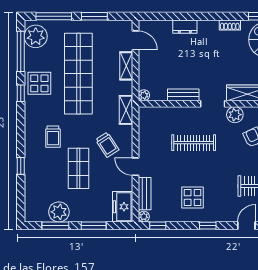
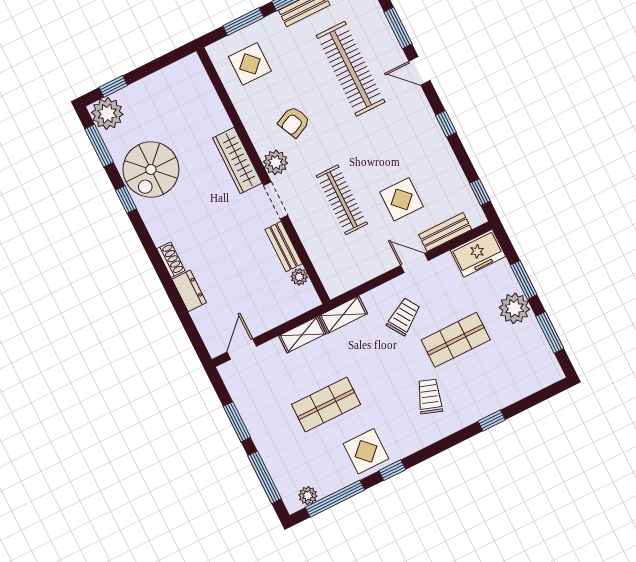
shoe rack: (230, 25) -> (171, 260), moved
plant: (36, 36) -> (308, 496), width x0.53, depth x0.53
shelving: (126, 66) -> (302, 335), moved
shop shelf: (78, 74) -> (326, 404), width x0.50, depth x0.74
plant: (144, 95) -> (299, 277), moved
trolley: (53, 137) -> (430, 396), turned -71
door: (135, 167) -> (414, 263), swing flipped
display table: (193, 197) -> (402, 199), moved
plant: (59, 212) -> (514, 308), moved
plant: (144, 217) -> (477, 217), removed

